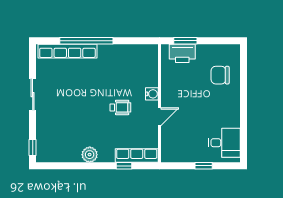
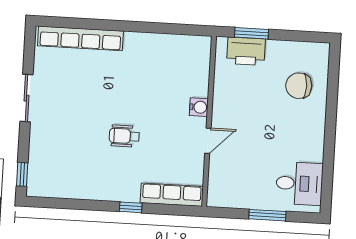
window: (86, 41) -> (109, 25), removed
wheelchair: (120, 107) -> (124, 136), moved, turned 180
plant: (90, 155) -> (104, 189), removed
window: (124, 166) -> (131, 207), moved
window: (204, 166) -> (267, 215), width x1.50

